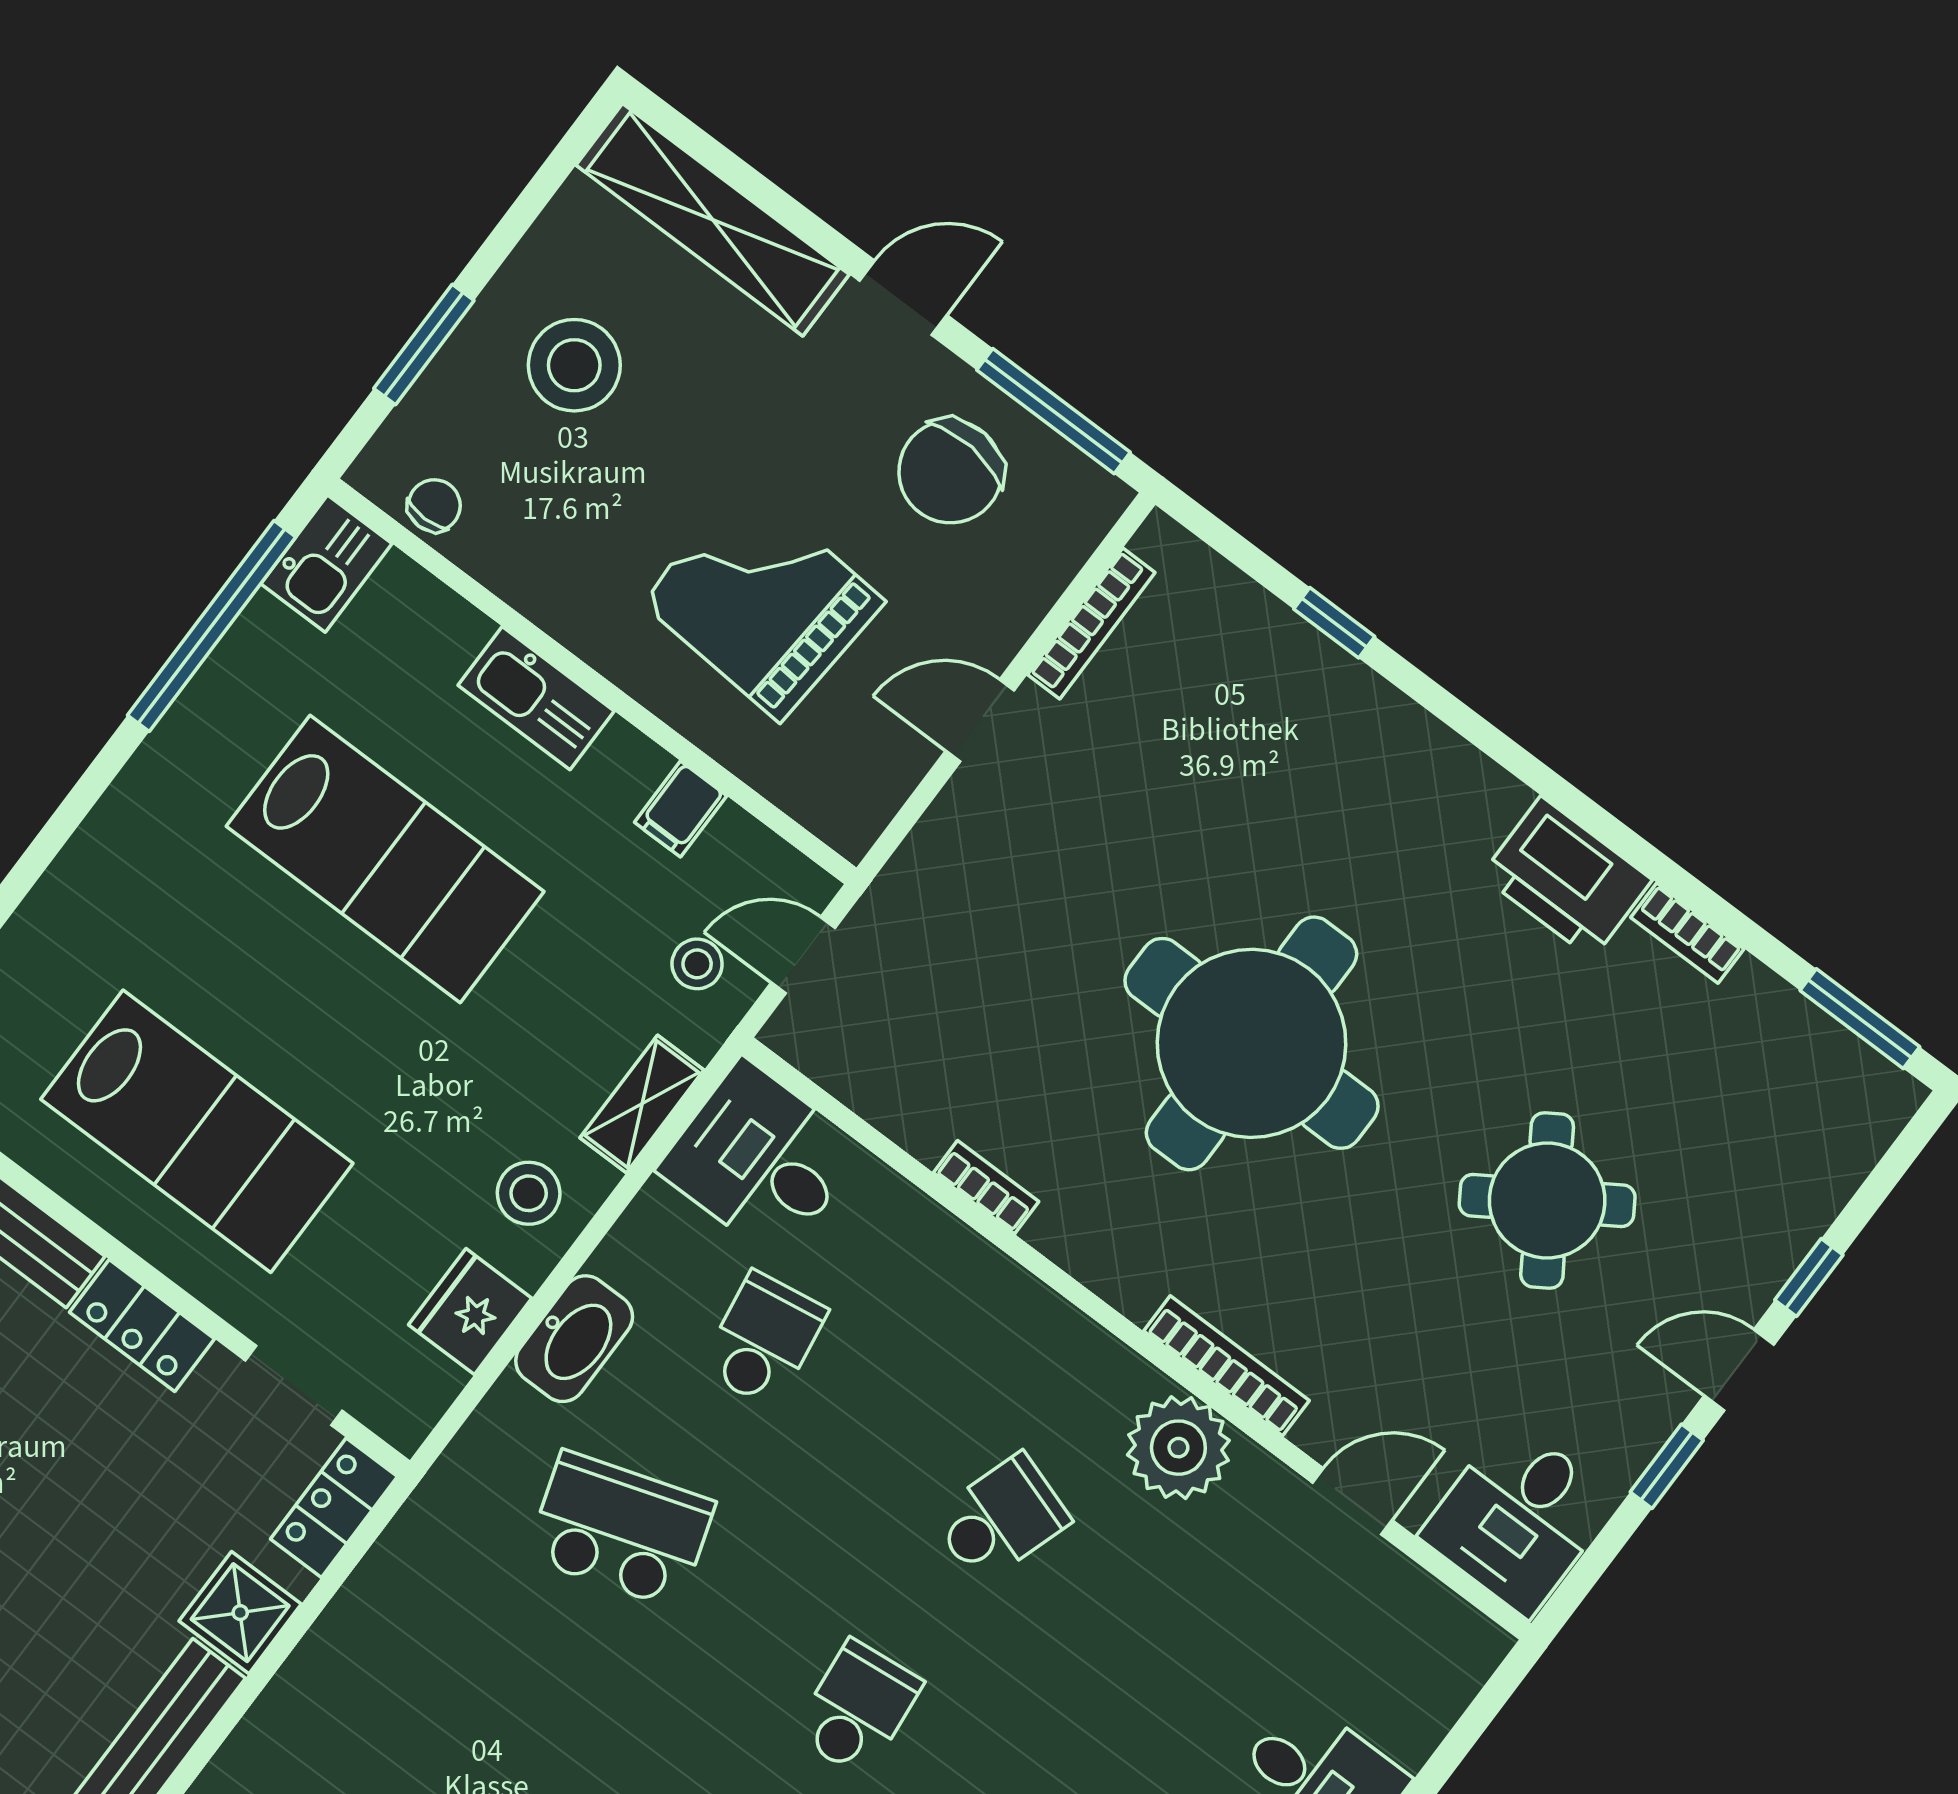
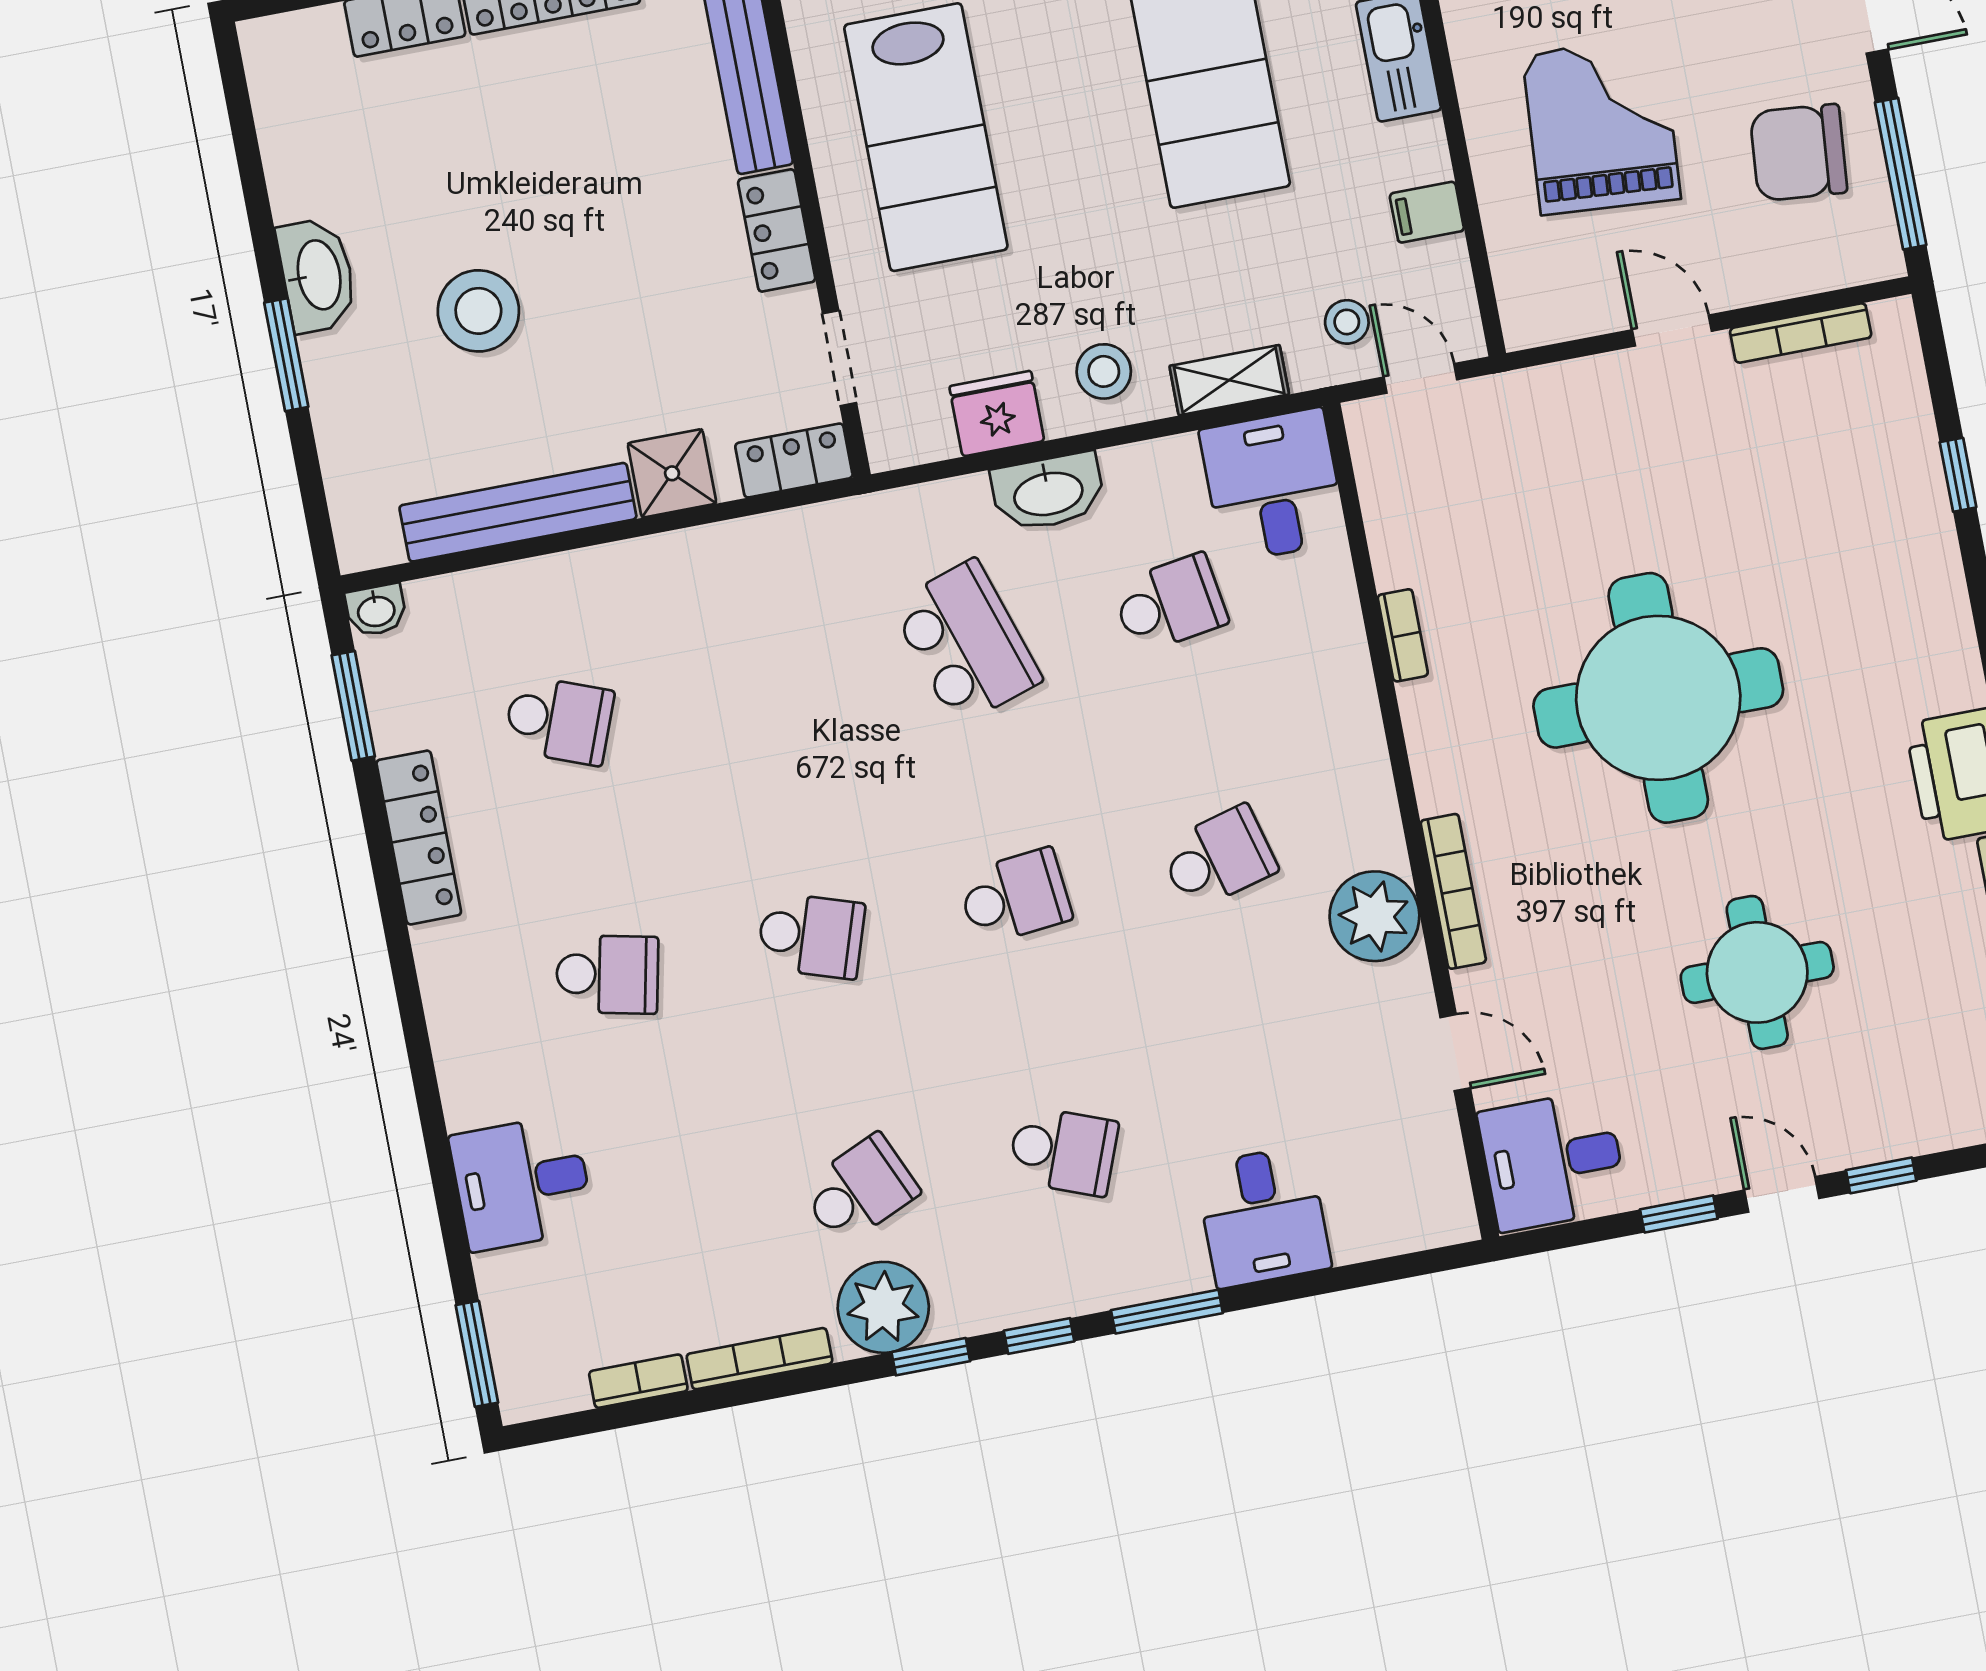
round table: (1547, 1201) -> (1757, 972), turned 33
school desk: (1001, 1518) -> (1218, 858), turned -33

